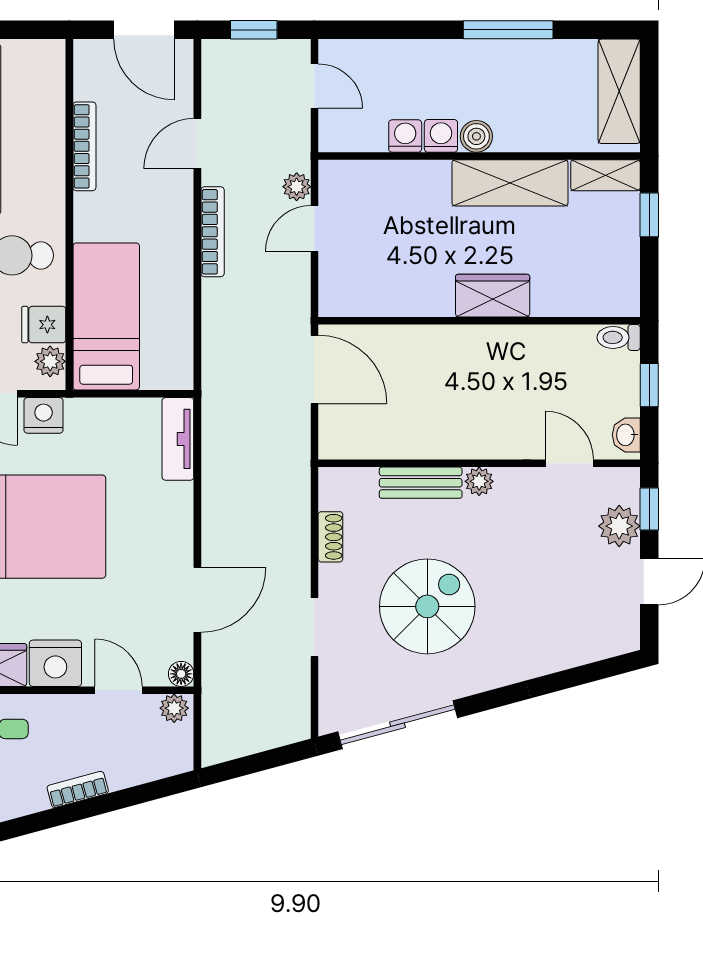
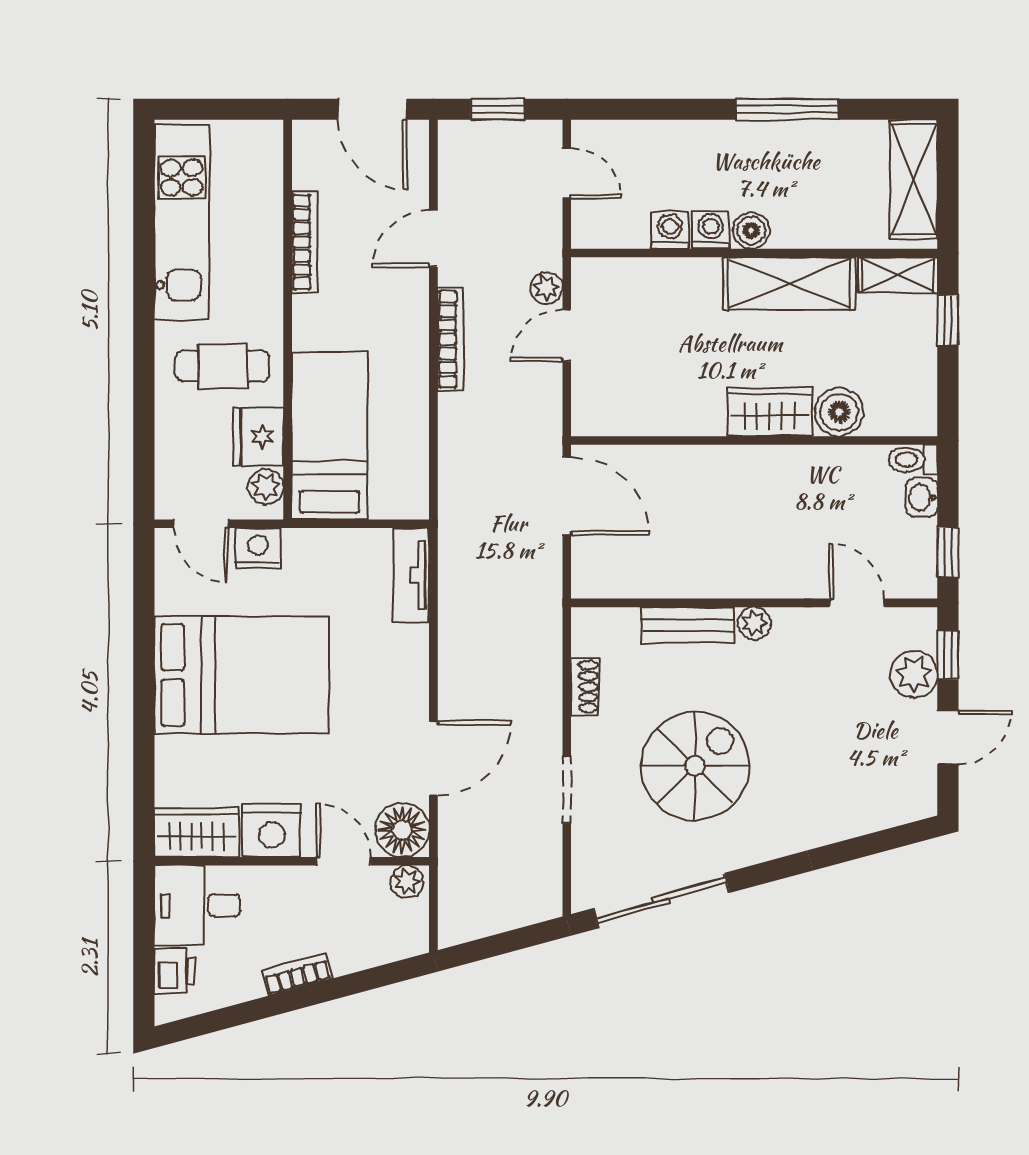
boiler: (554, 296) -> (839, 412), added
fridge: (44, 325) -> (258, 437), width x1.38
window: (649, 385) -> (948, 552), moved
washbasin: (626, 435) -> (922, 497), moved
floor lamp: (181, 674) -> (402, 830), width x1.89, depth x1.89

